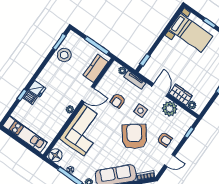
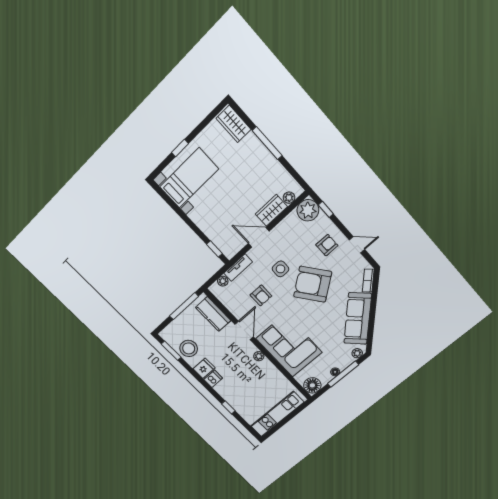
fridge: (37, 89) -> (204, 368), moved
dishwasher: (30, 98) -> (213, 379), moved
plant: (170, 109) -> (308, 210), moved
door: (170, 161) -> (357, 245), hinge flipped

